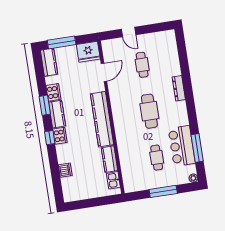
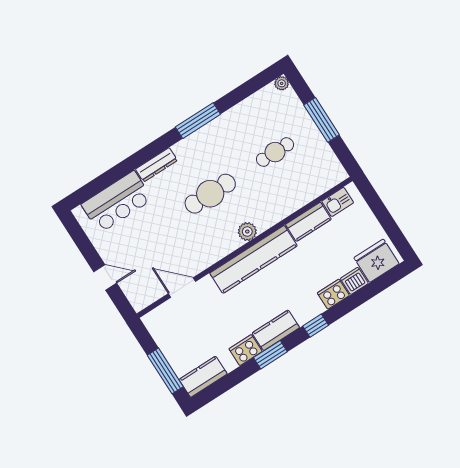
door: (129, 32) -> (105, 277), hinge flipped
fridge: (88, 52) -> (376, 261), moved, turned -90
cafe table: (142, 65) -> (145, 235), removed
plant: (119, 123) -> (247, 232), added
cooker: (60, 136) -> (333, 294), moved
bar counter: (182, 146) -> (117, 202), moved
window: (197, 148) -> (198, 121), moved

